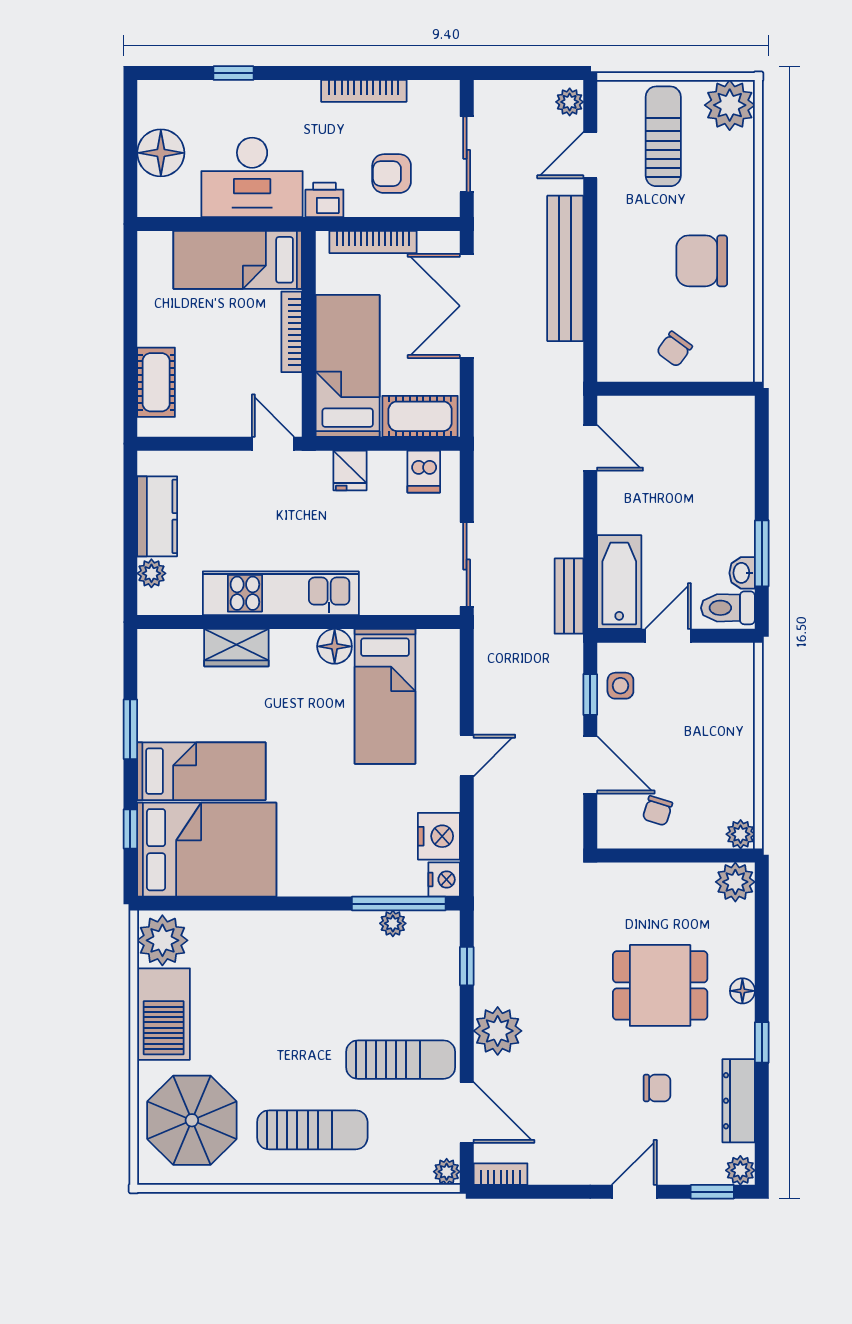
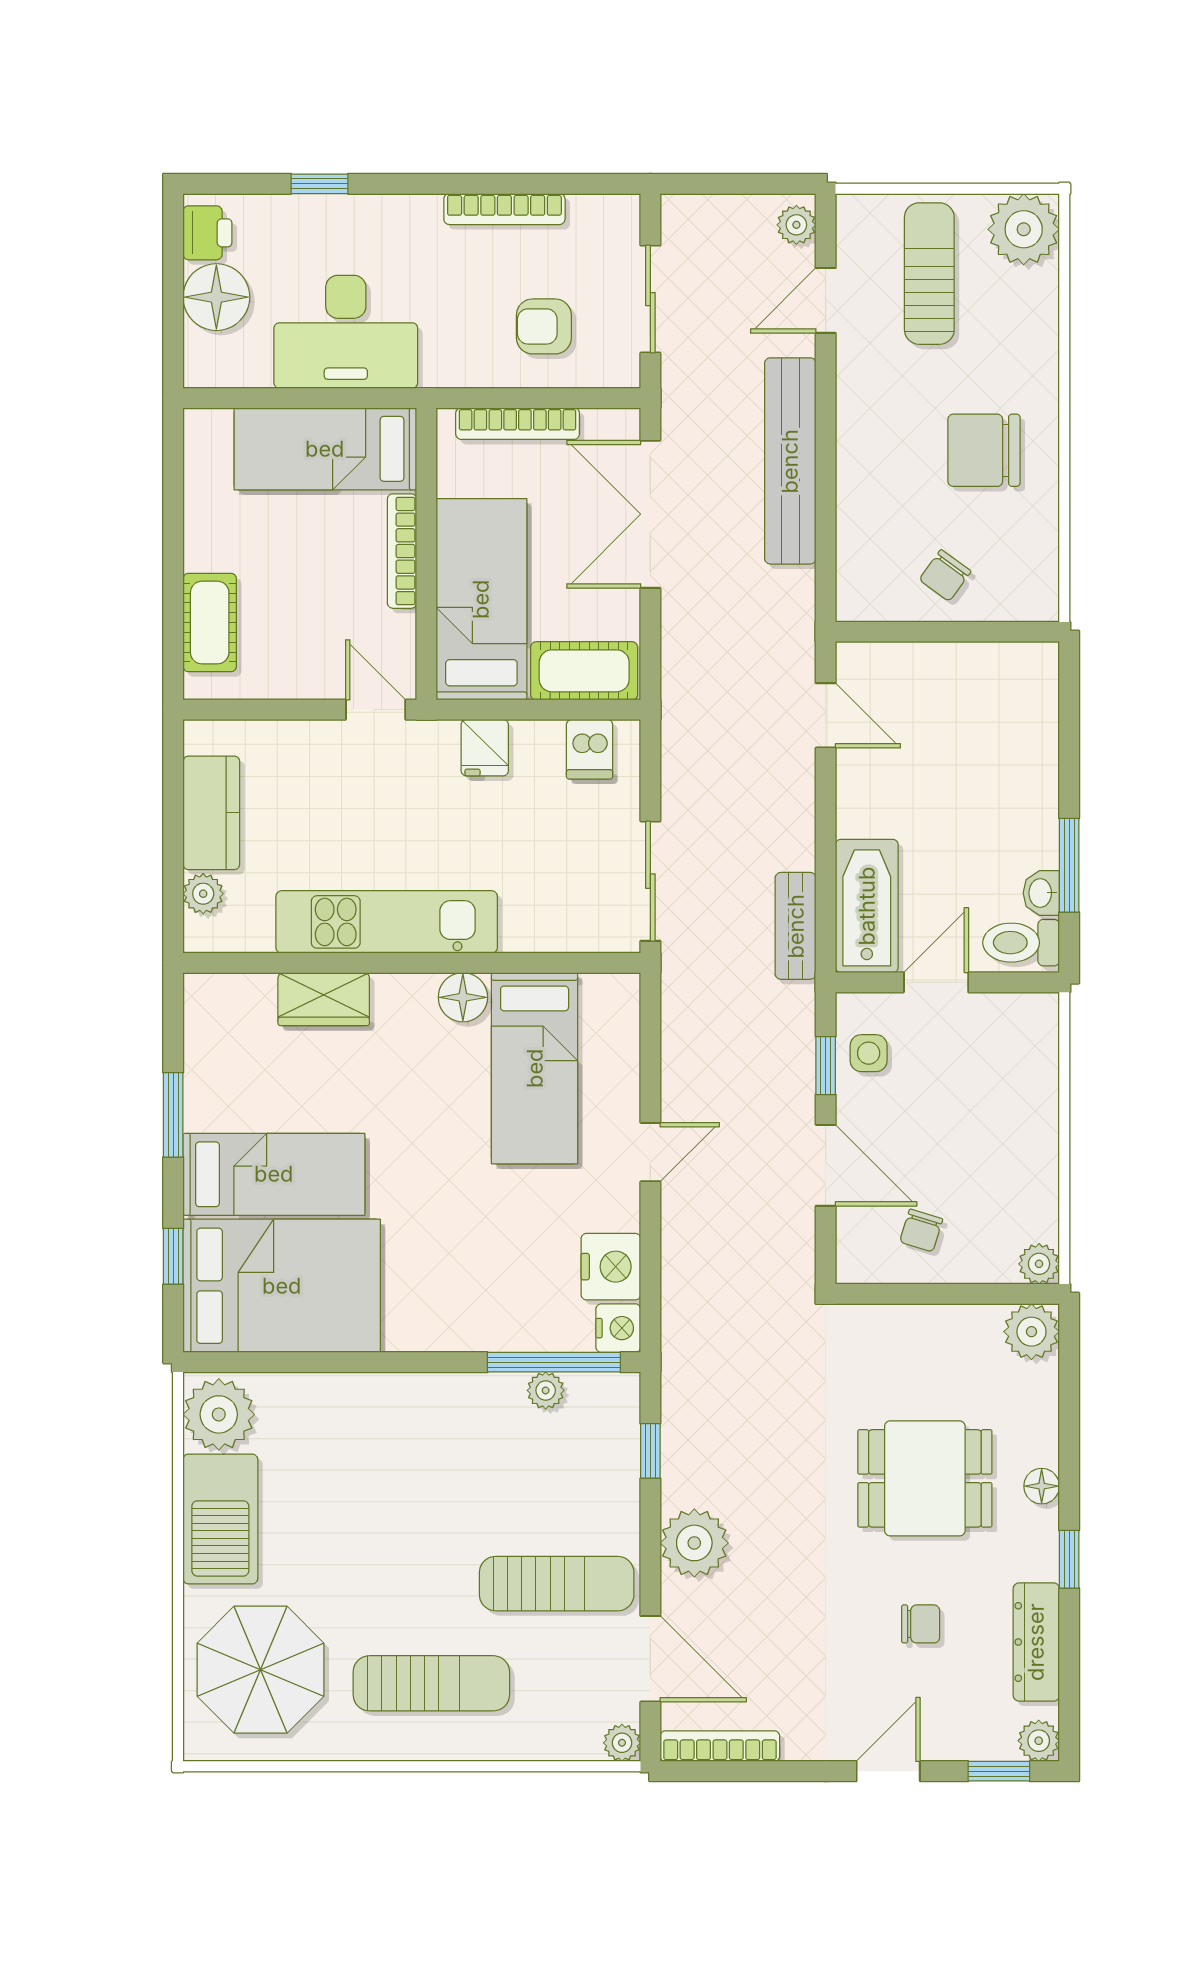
printer: (324, 200) -> (207, 233), moved, turned 90
bookcase: (501, 1174) -> (720, 1746), width x1.56

